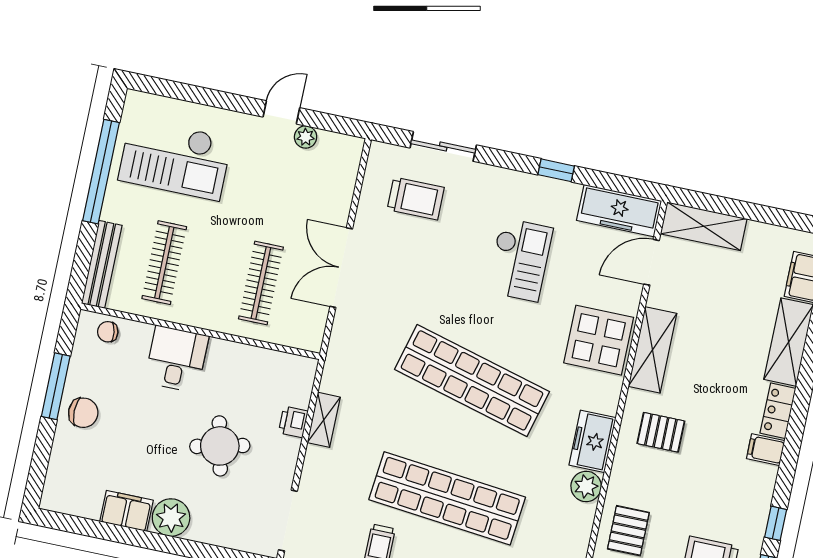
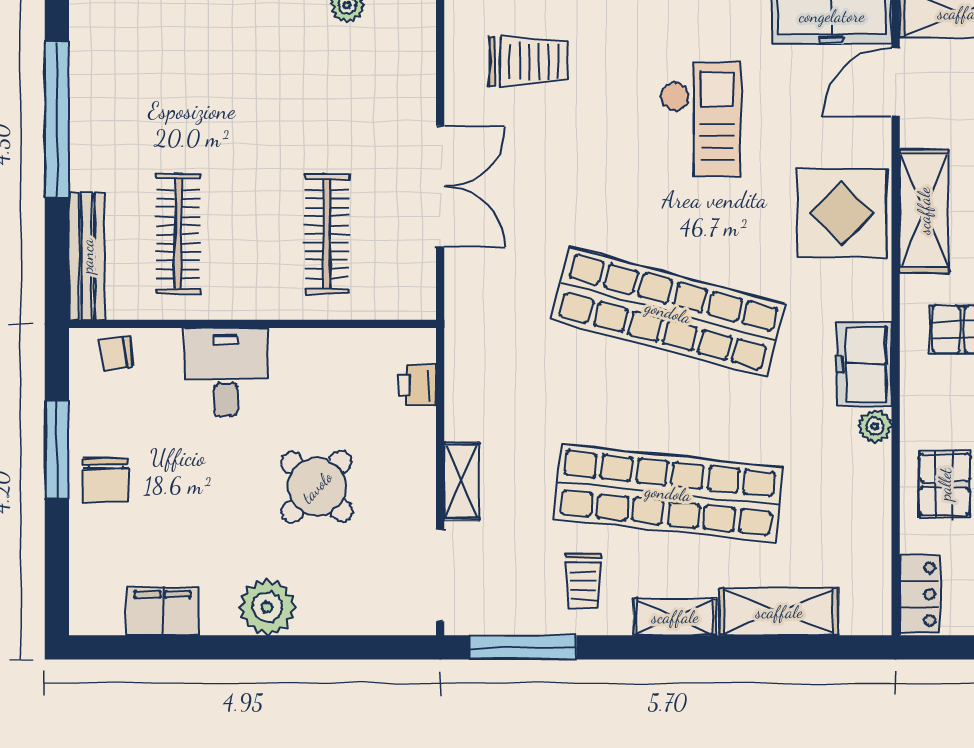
checkout: (175, 159) -> (162, 78), removed
double door: (341, 268) -> (440, 186), swing flipped
chair: (83, 413) -> (105, 480), turned 90
shelving: (324, 420) -> (462, 481), moved
printer: (293, 422) -> (417, 385), moved
round table: (220, 446) -> (317, 487), turned -33
plant: (586, 486) -> (875, 426), width x0.73, depth x0.73
filing cabinet: (127, 511) -> (163, 611), moved

